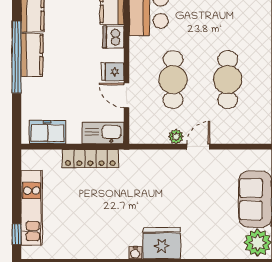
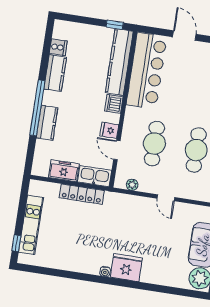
kitchen counter: (32, 55) -> (47, 123), moved
freezer: (47, 132) -> (64, 171), moved
plant: (176, 137) -> (132, 185), moved
door: (198, 147) -> (166, 198), swing flipped

